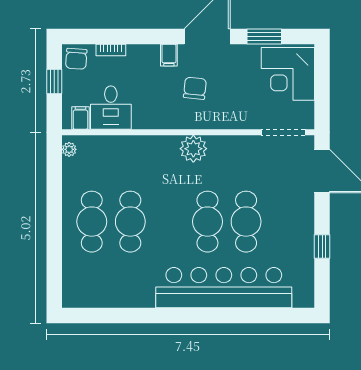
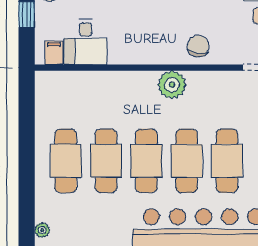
chair: (195, 88) -> (198, 46), moved
plant: (69, 149) -> (42, 230), moved
cafe table: (169, 222) -> (146, 161), added

